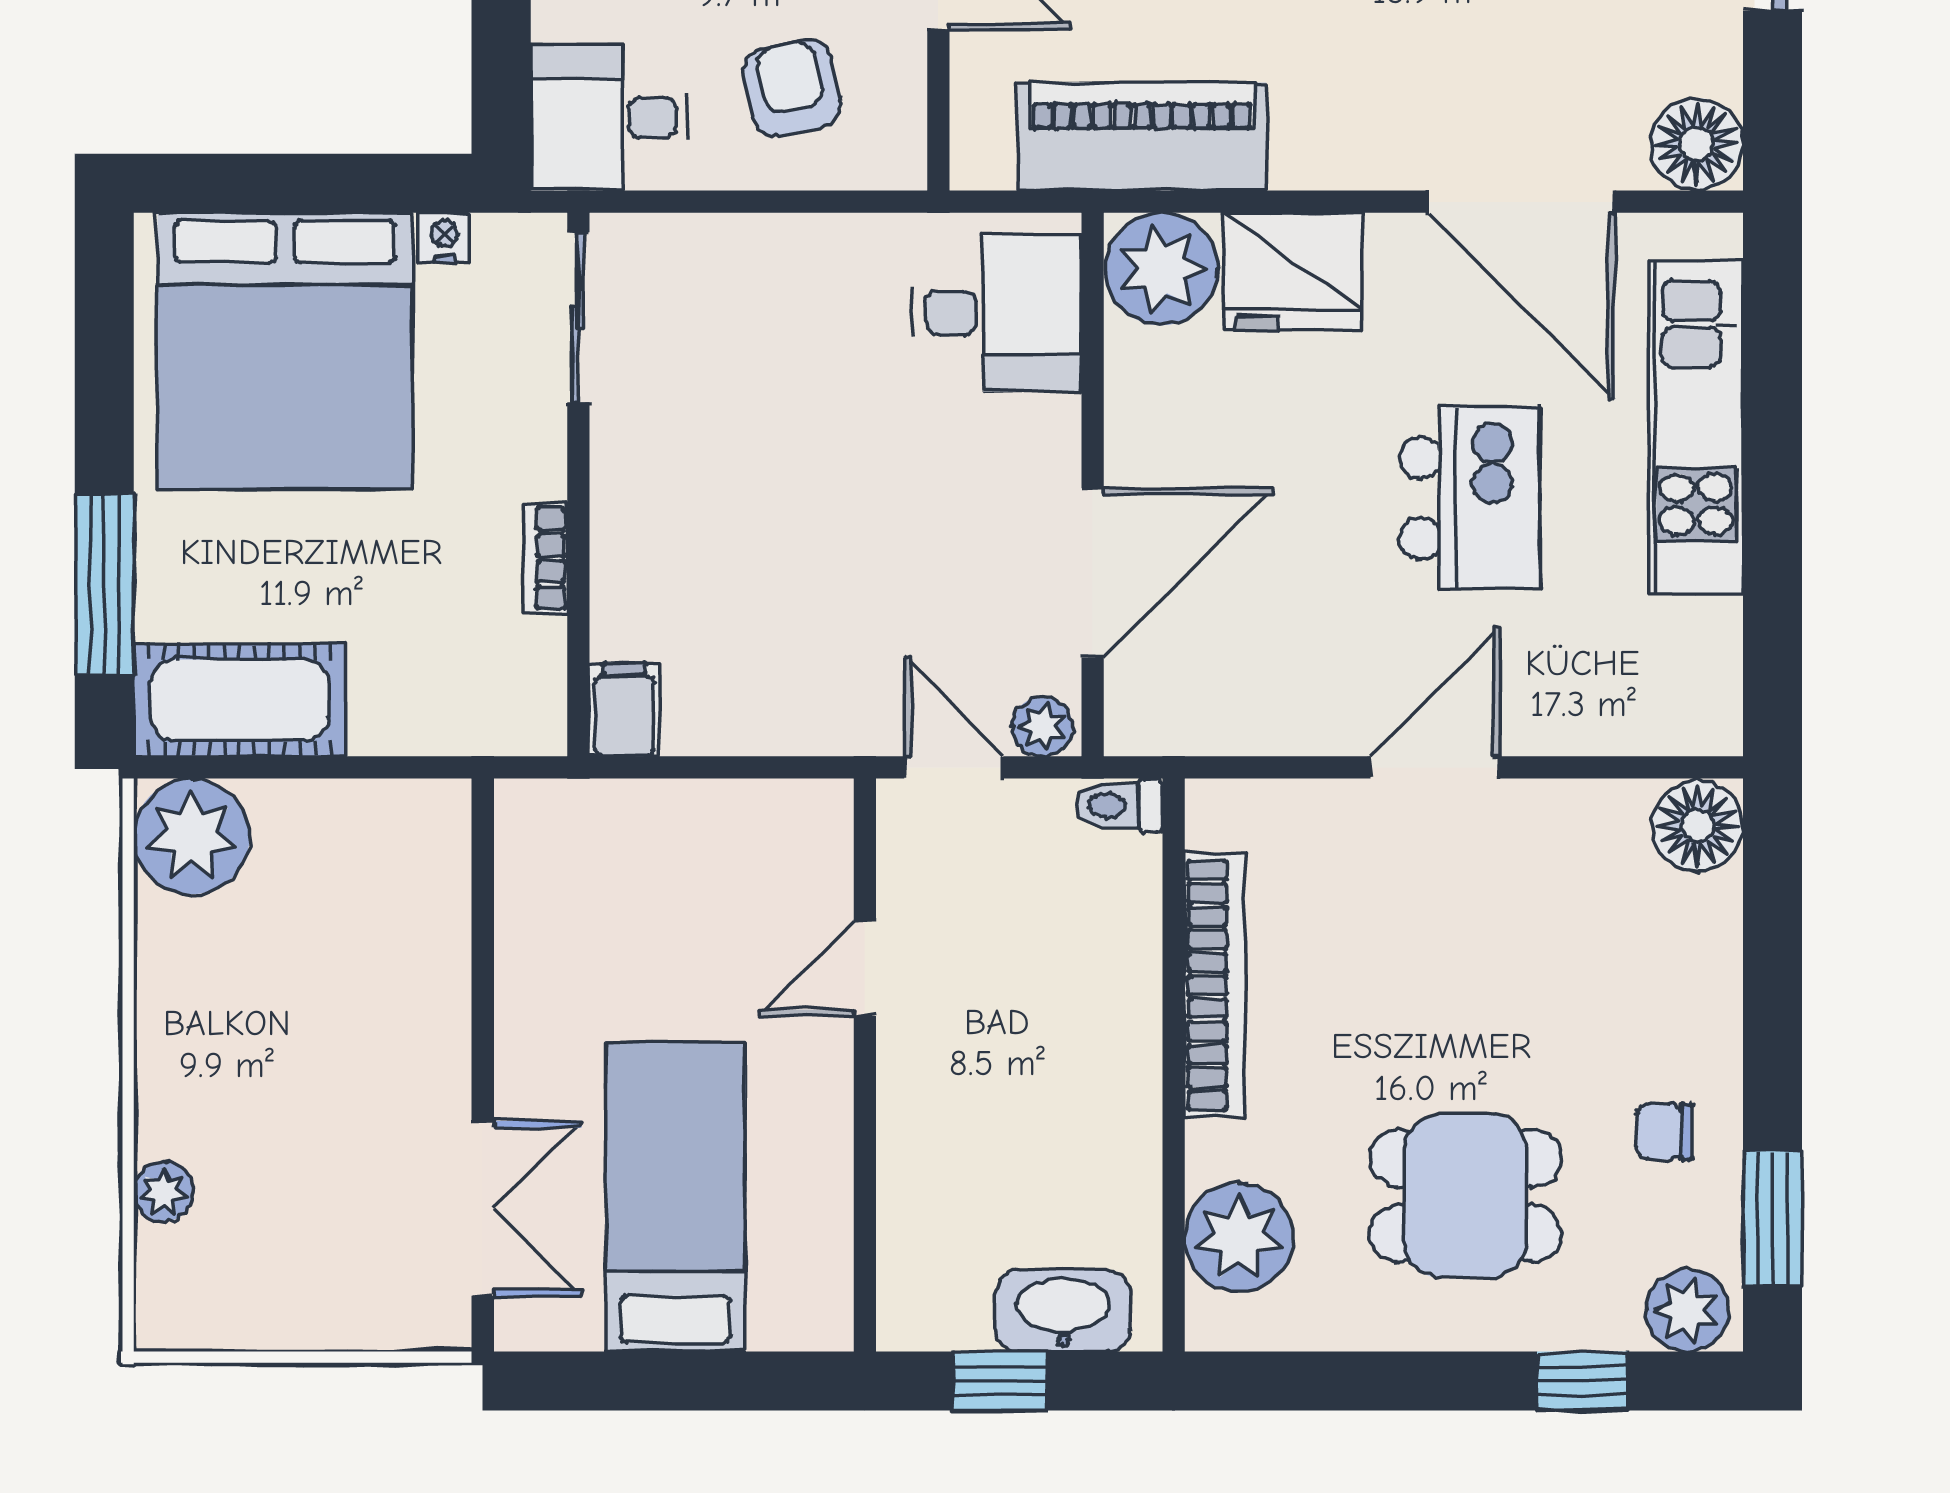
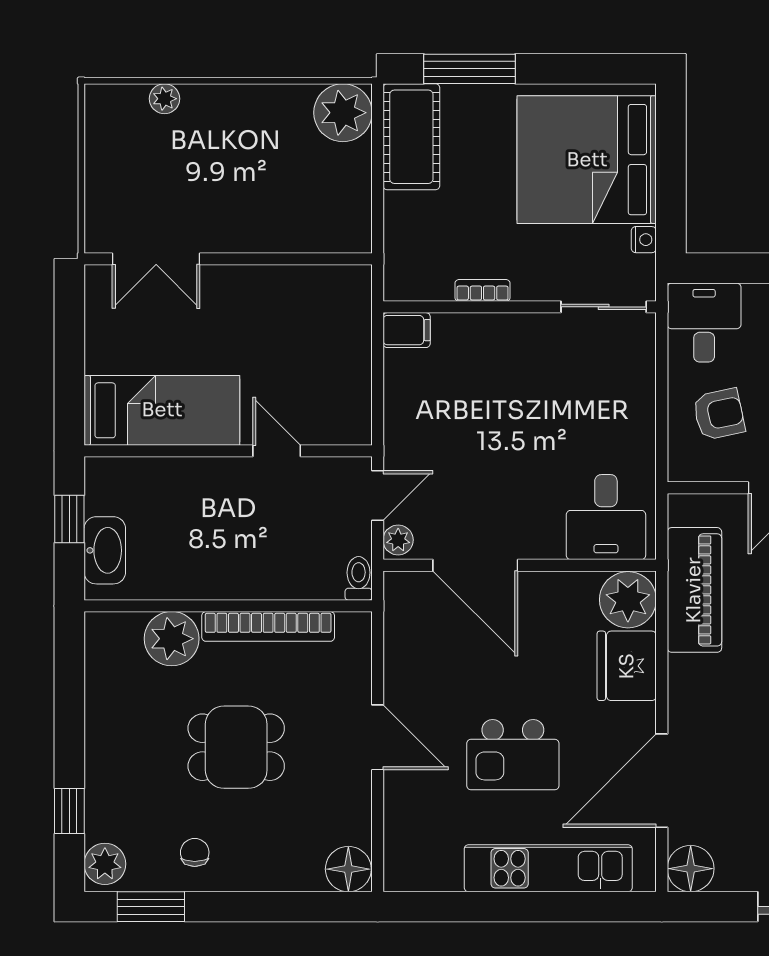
dining table: (1465, 1196) -> (236, 747), moved, turned 90
bed: (675, 1197) -> (162, 410), moved
plant: (1239, 1238) -> (172, 639), moved

